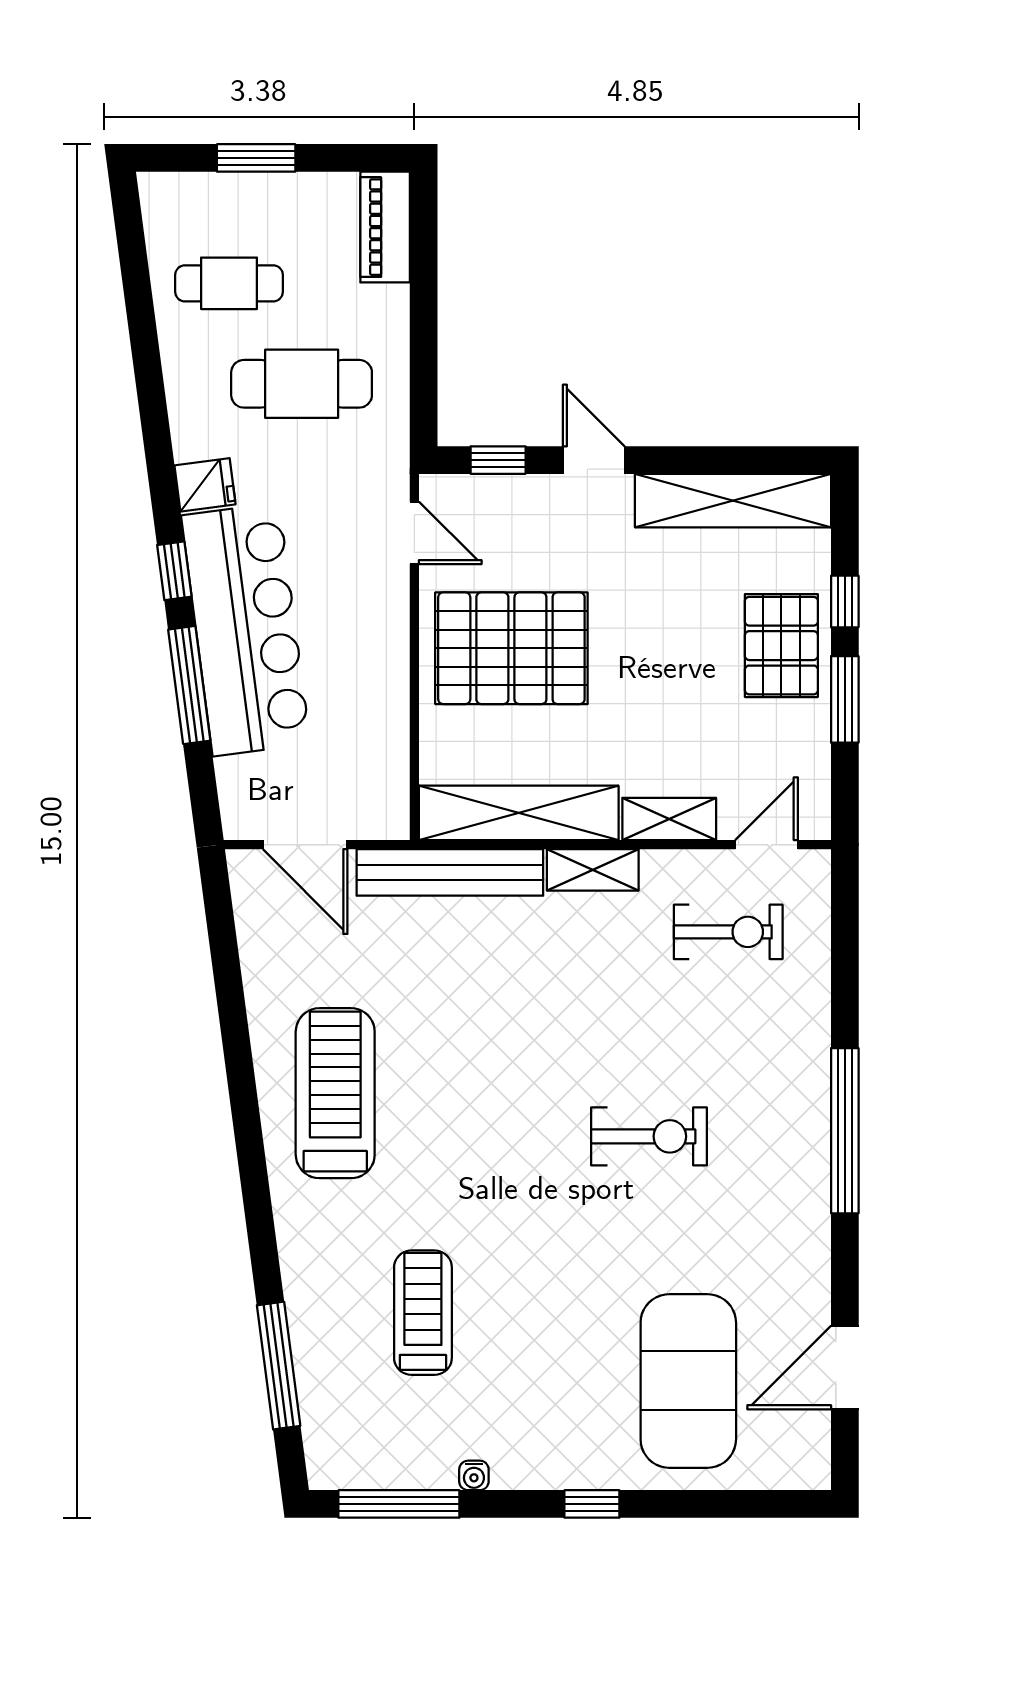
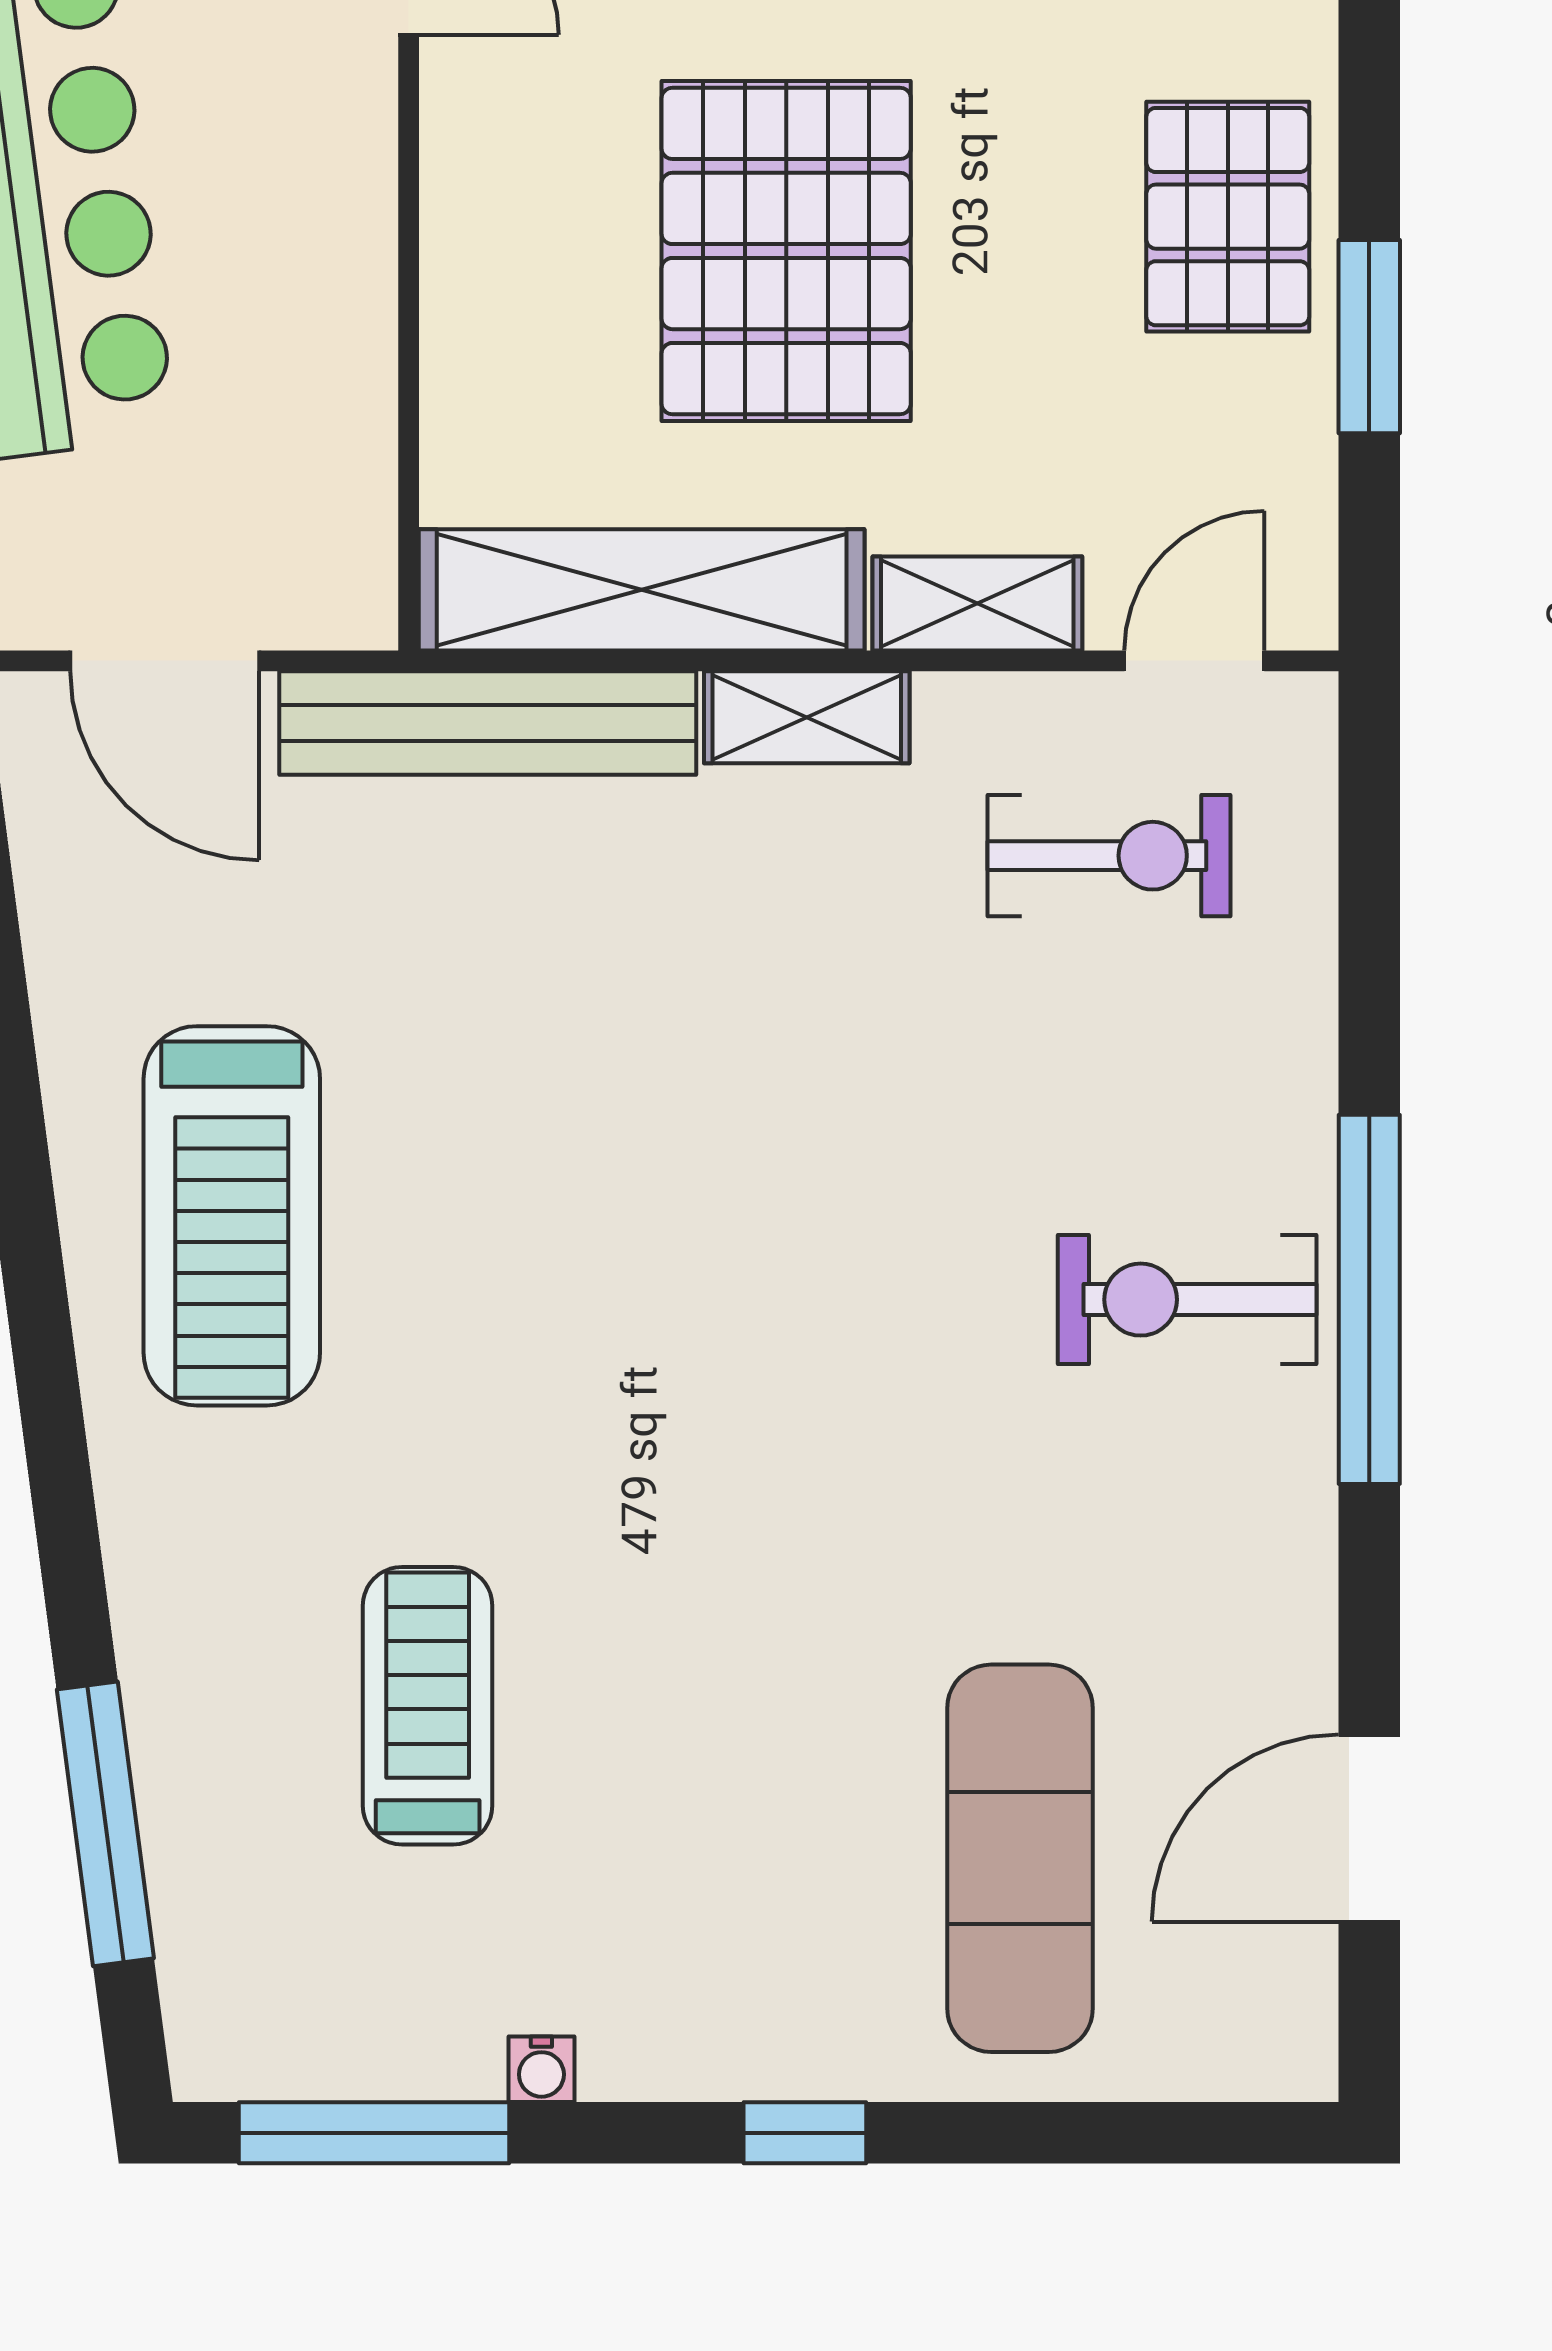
window: (845, 601) -> (1369, 118), removed
pallet: (511, 648) -> (786, 251), moved, turned 90
treadmill: (335, 1093) -> (232, 1216), turned 180
exercise bike: (649, 1136) -> (1187, 1300), moved, turned 180
exercise mat: (688, 1381) -> (1020, 1858), width x0.68

